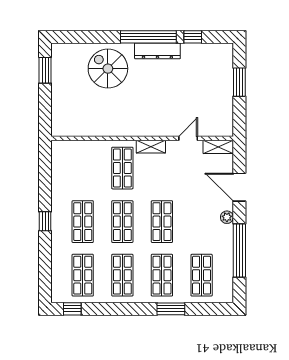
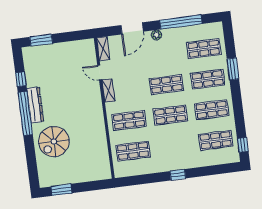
window: (239, 82) -> (41, 40), moved
shelving: (151, 147) -> (108, 90), moved
shop shelf: (83, 222) -> (133, 151), moved

